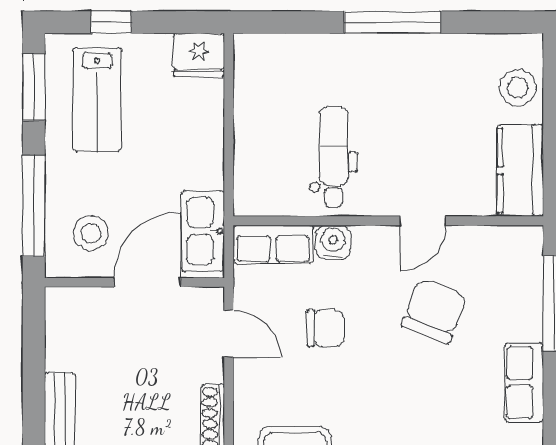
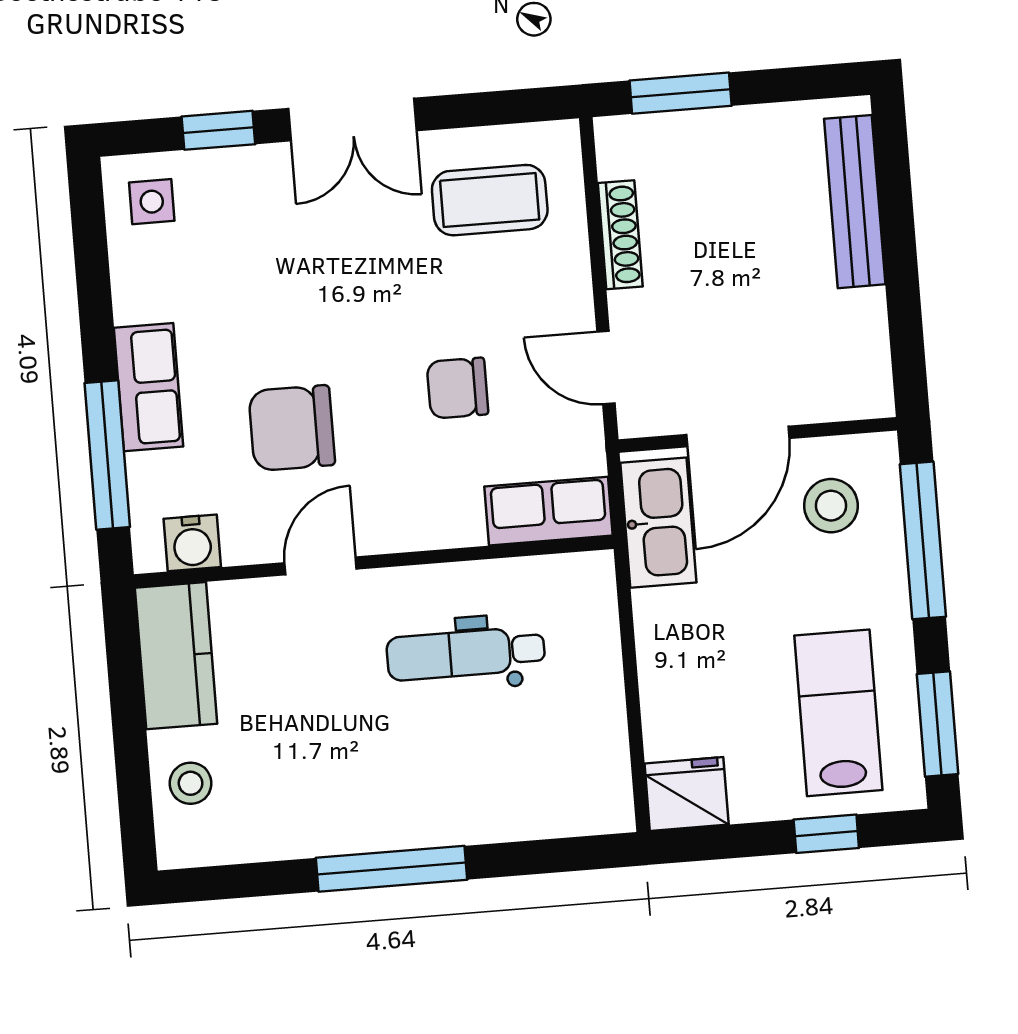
stool: (518, 88) -> (191, 783), width x0.73, depth x0.73
dental chair: (334, 157) -> (466, 653), turned 90
water cooler: (333, 242) -> (192, 543), moved
chair: (434, 311) -> (292, 428), turned 69
row of seats: (524, 382) -> (149, 387), moved

